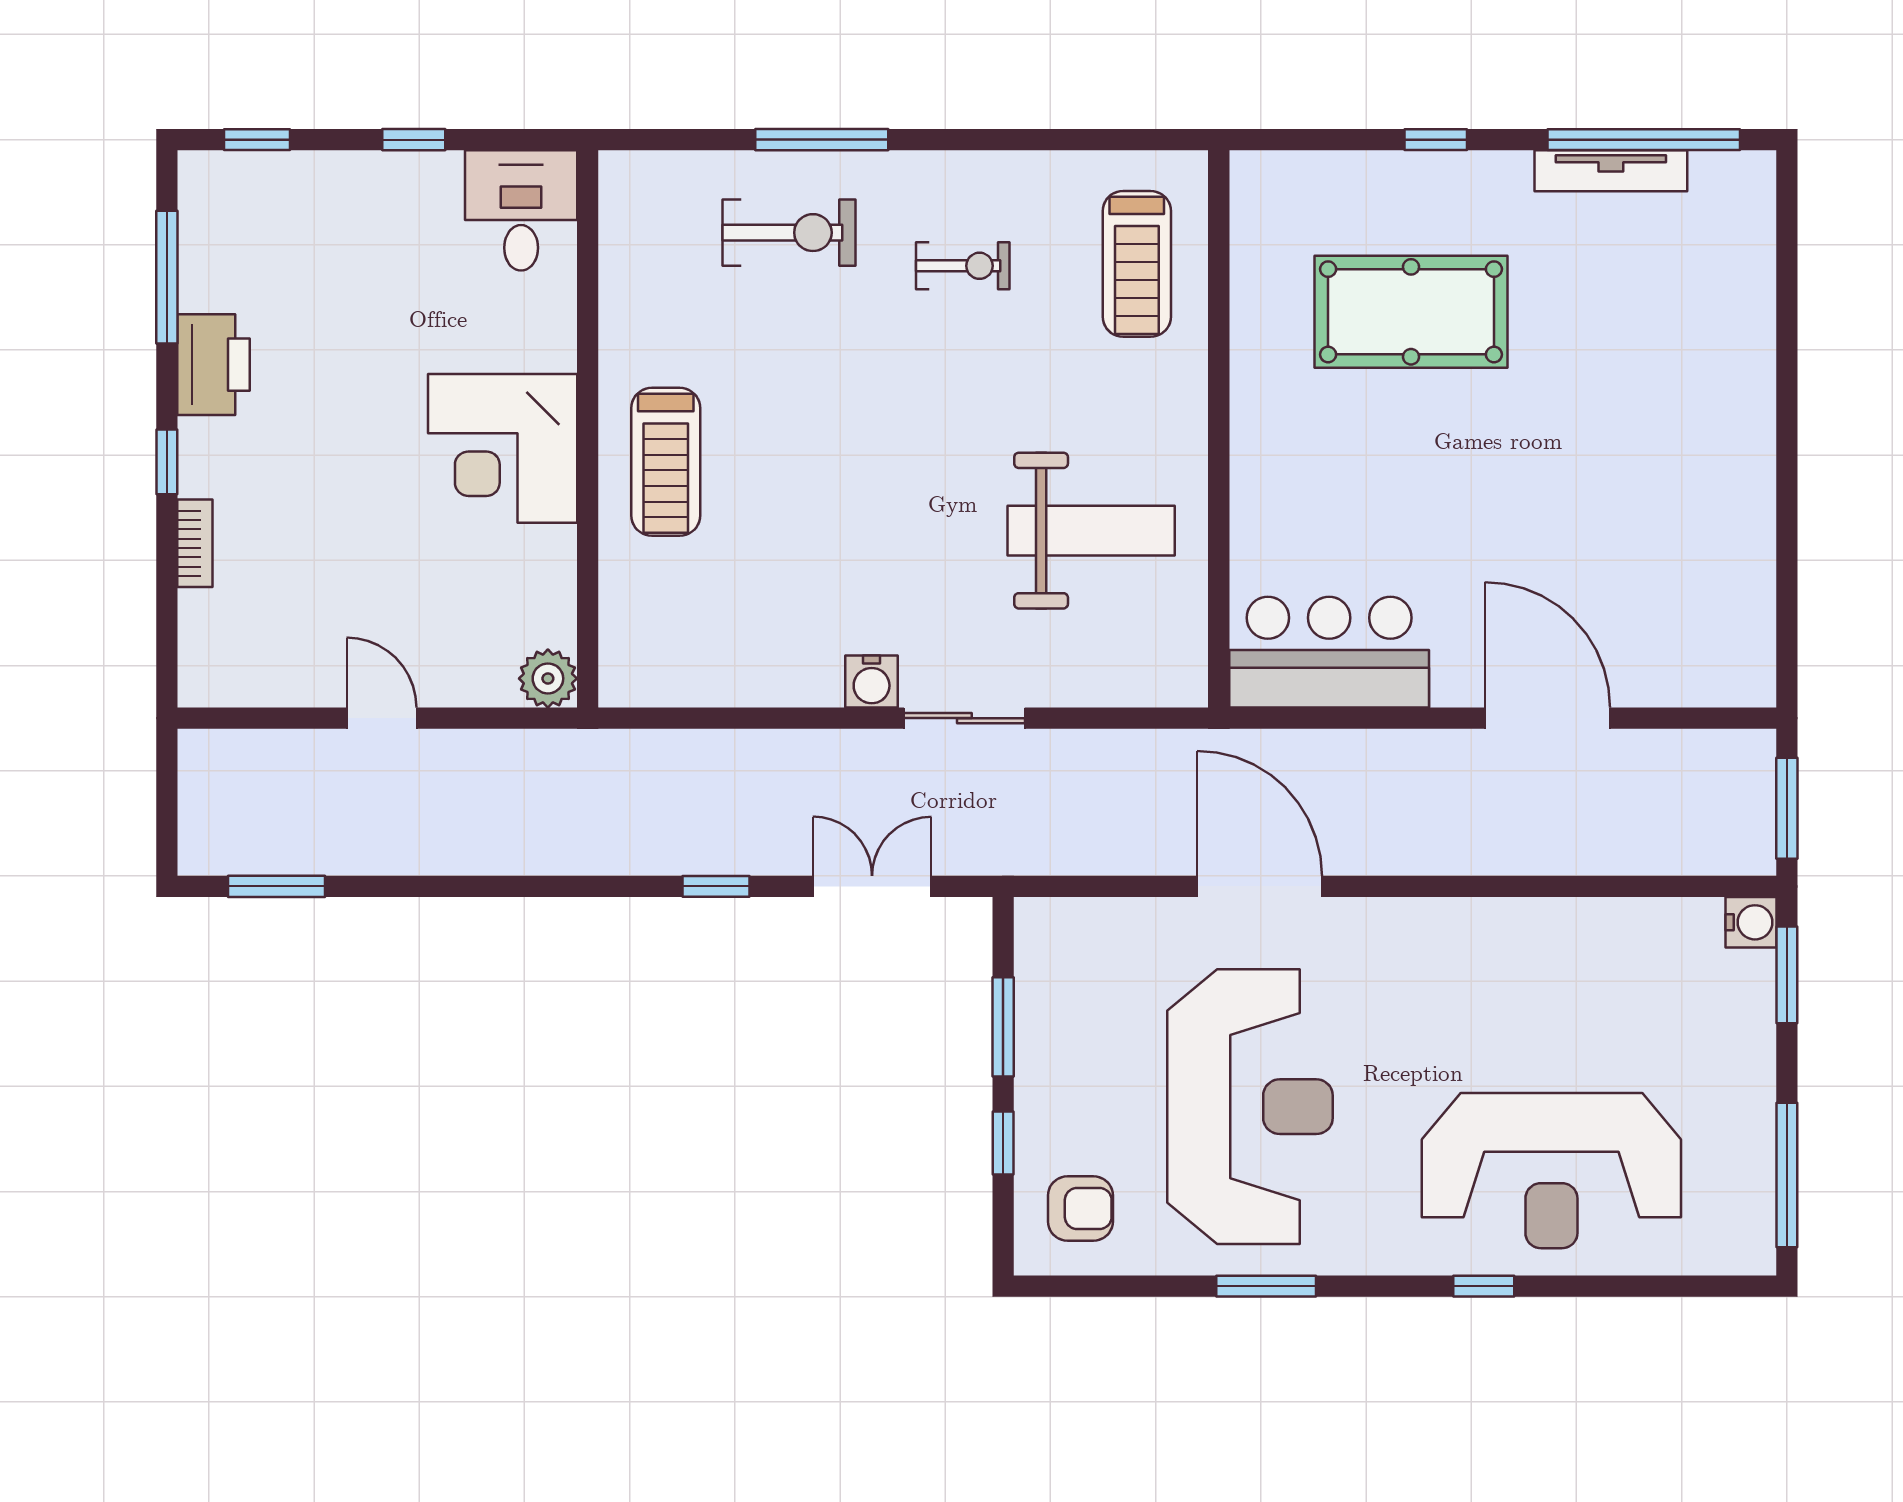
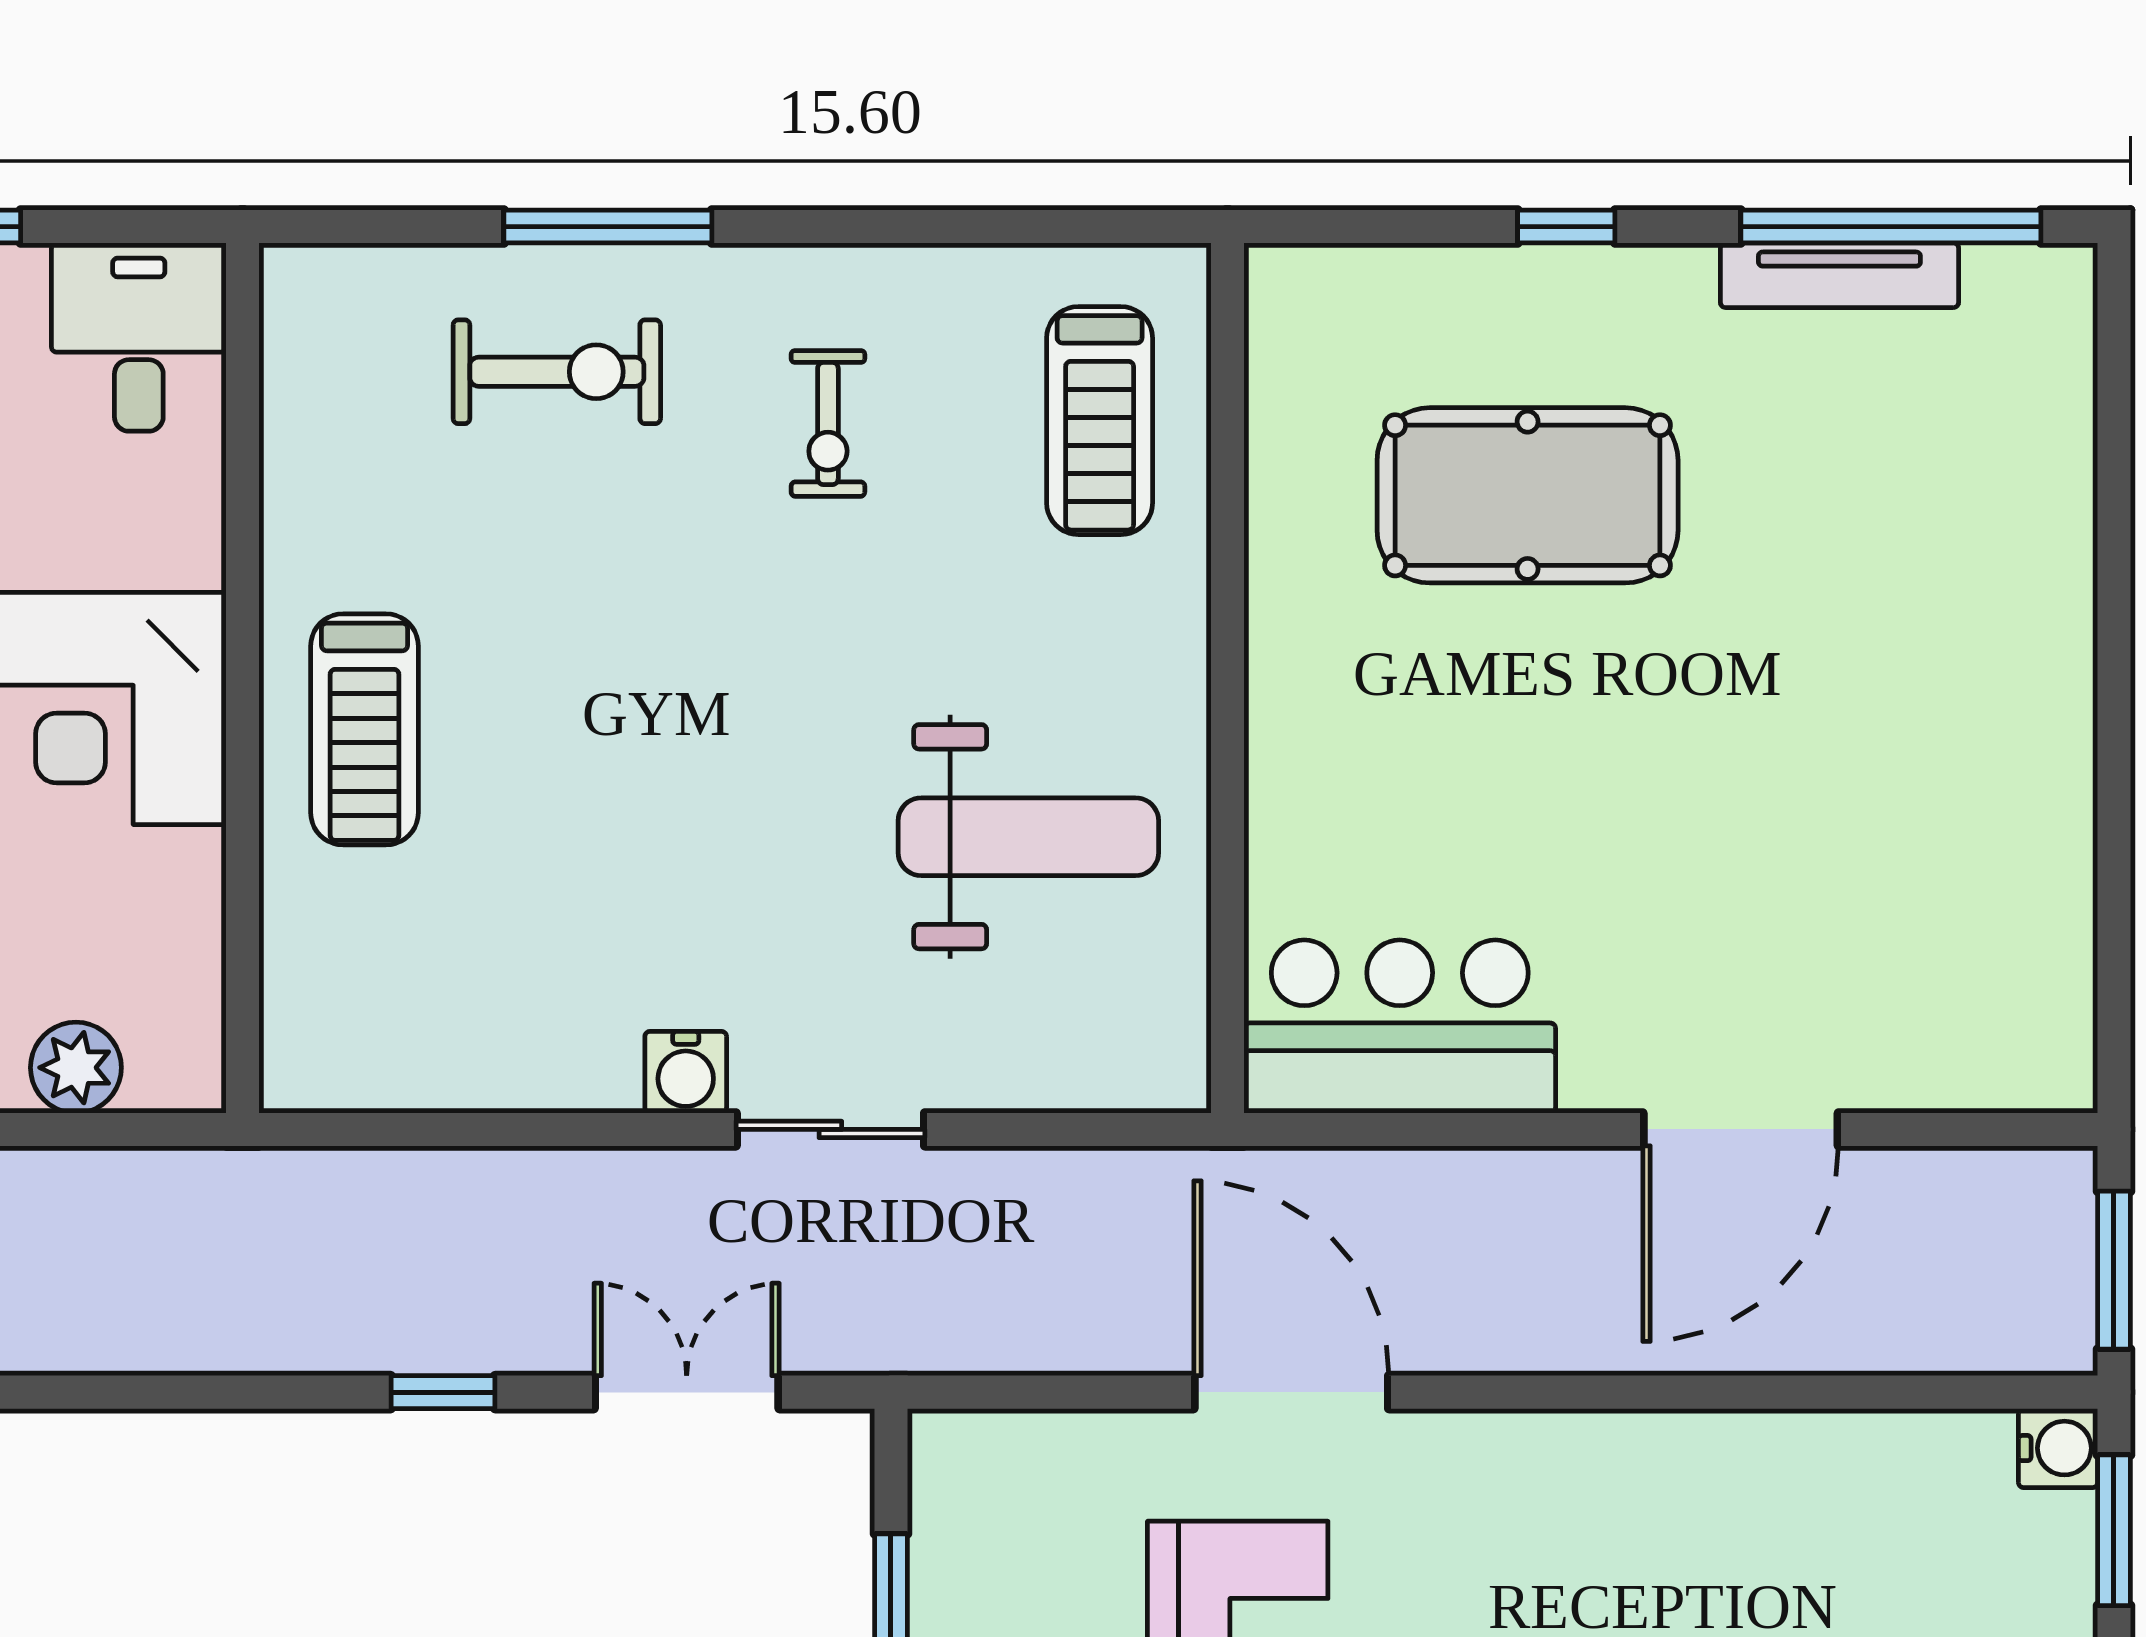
exercise bike: (963, 266) -> (828, 424), turned 90
plant: (548, 678) -> (76, 1068), moved
door: (1548, 718) -> (1741, 1129), swing flipped

